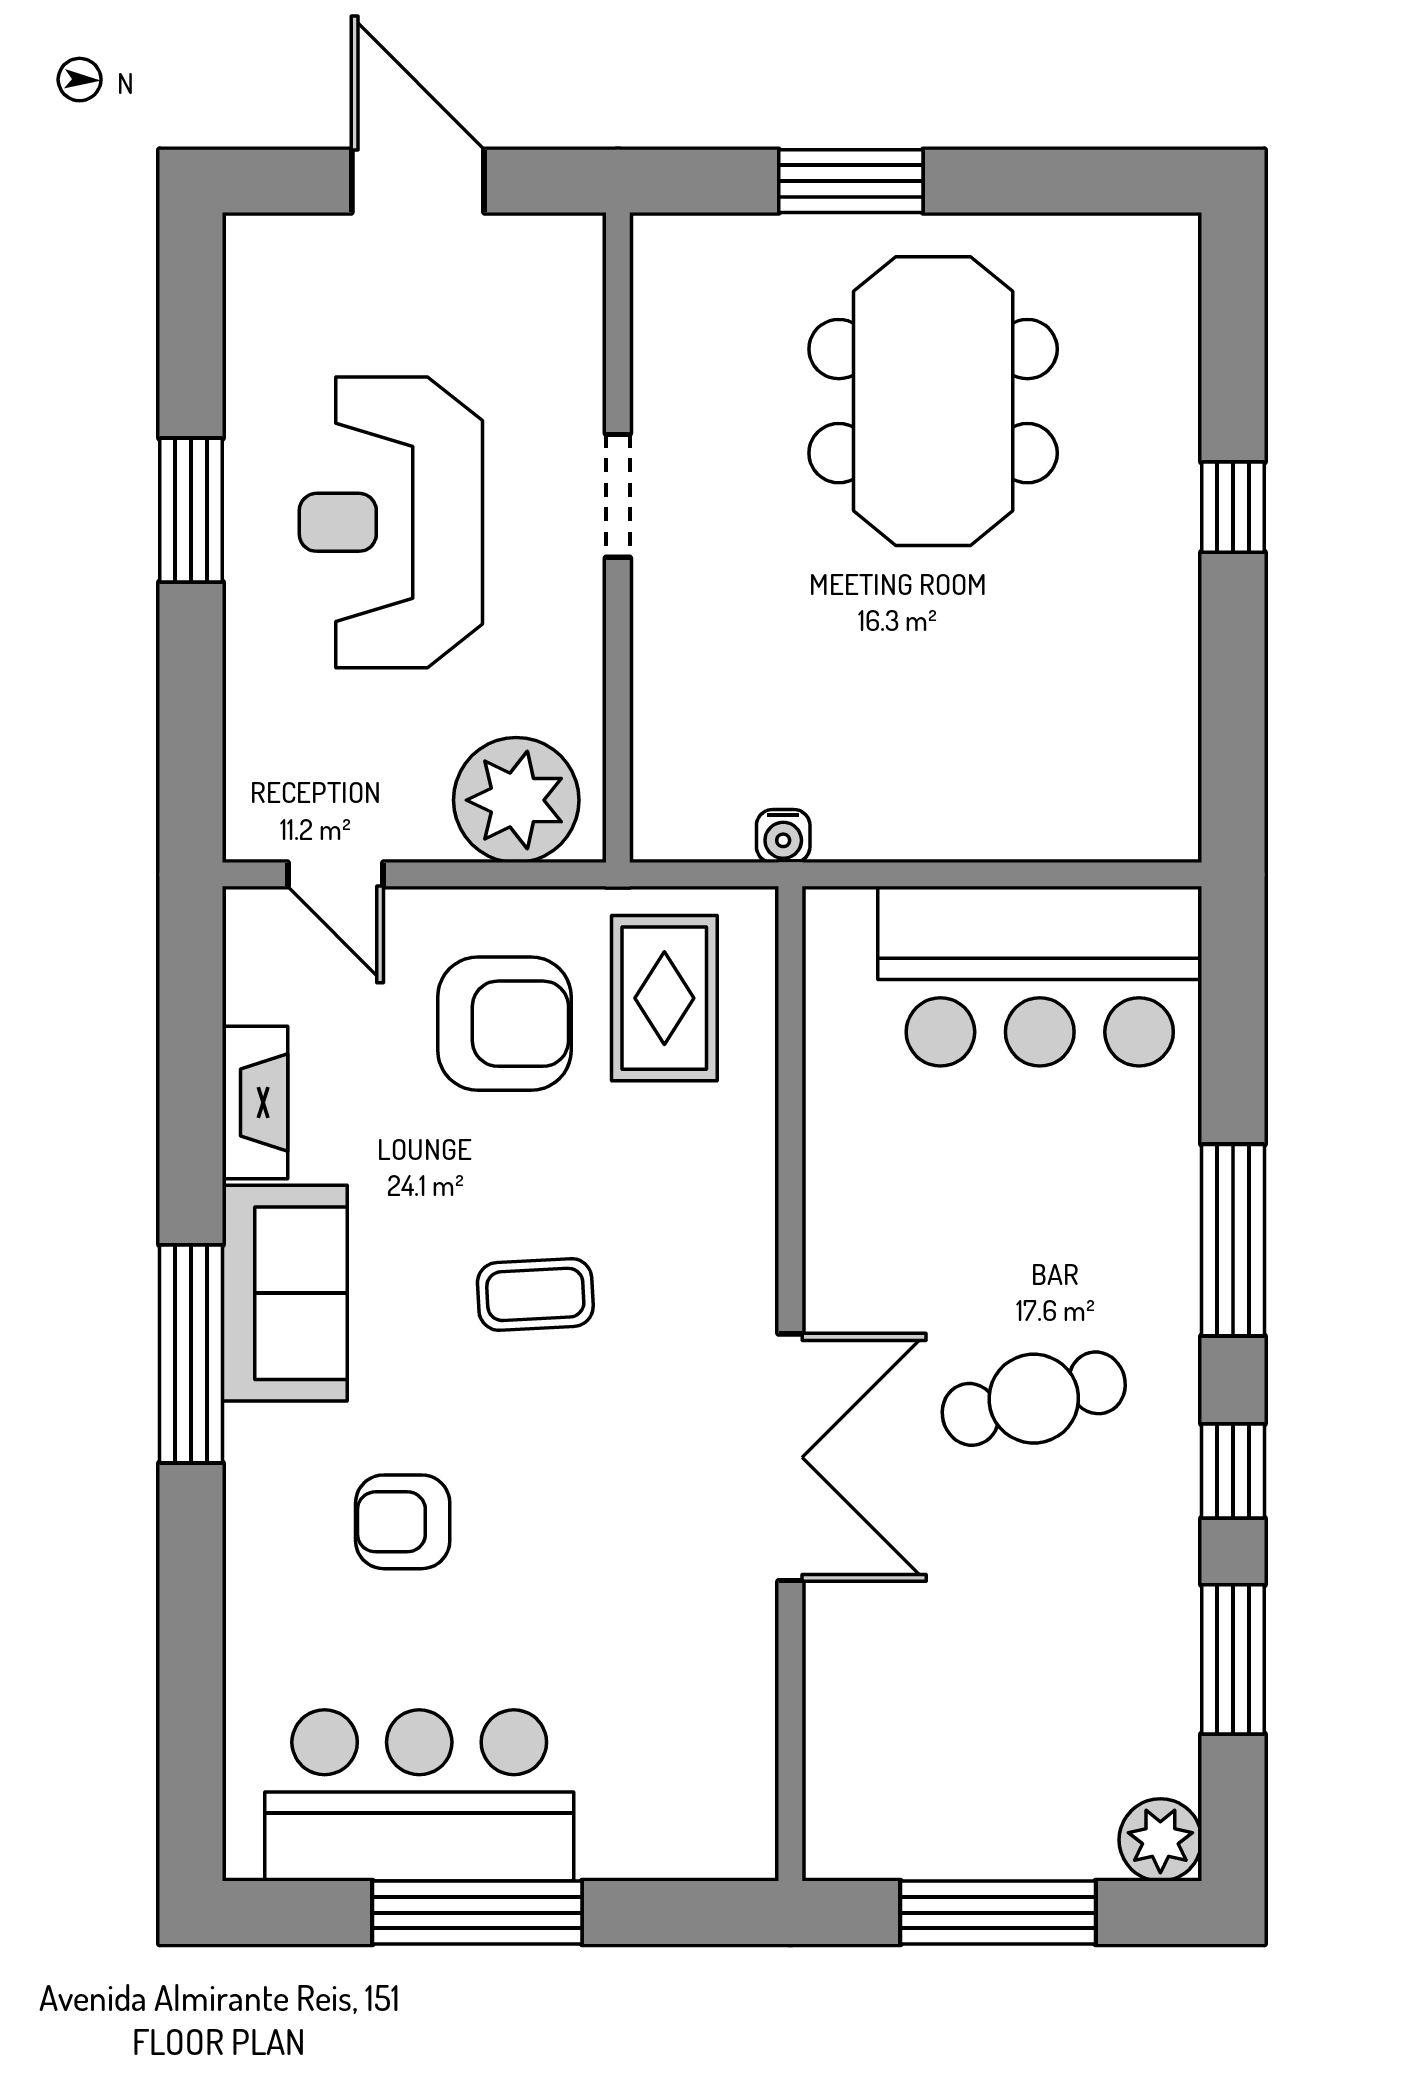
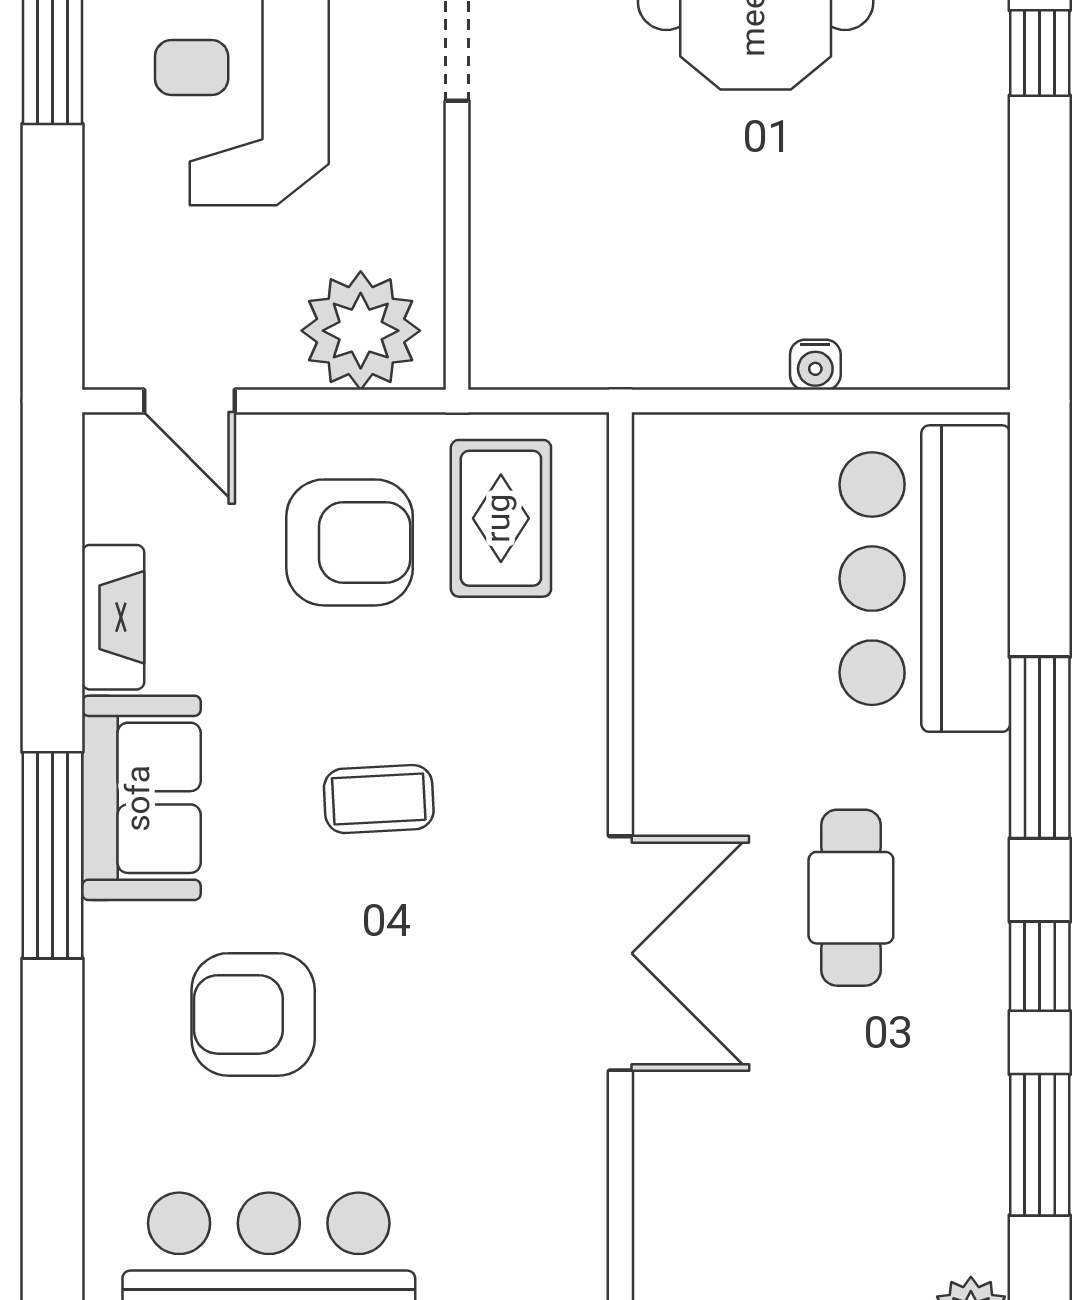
water cooler: (783, 836) -> (815, 365), moved
bar counter: (1040, 976) -> (925, 579), moved, turned 90
cafe table: (1034, 1399) -> (851, 898), turned -76
armchair: (403, 1522) -> (253, 1014), width x1.38, depth x1.38

